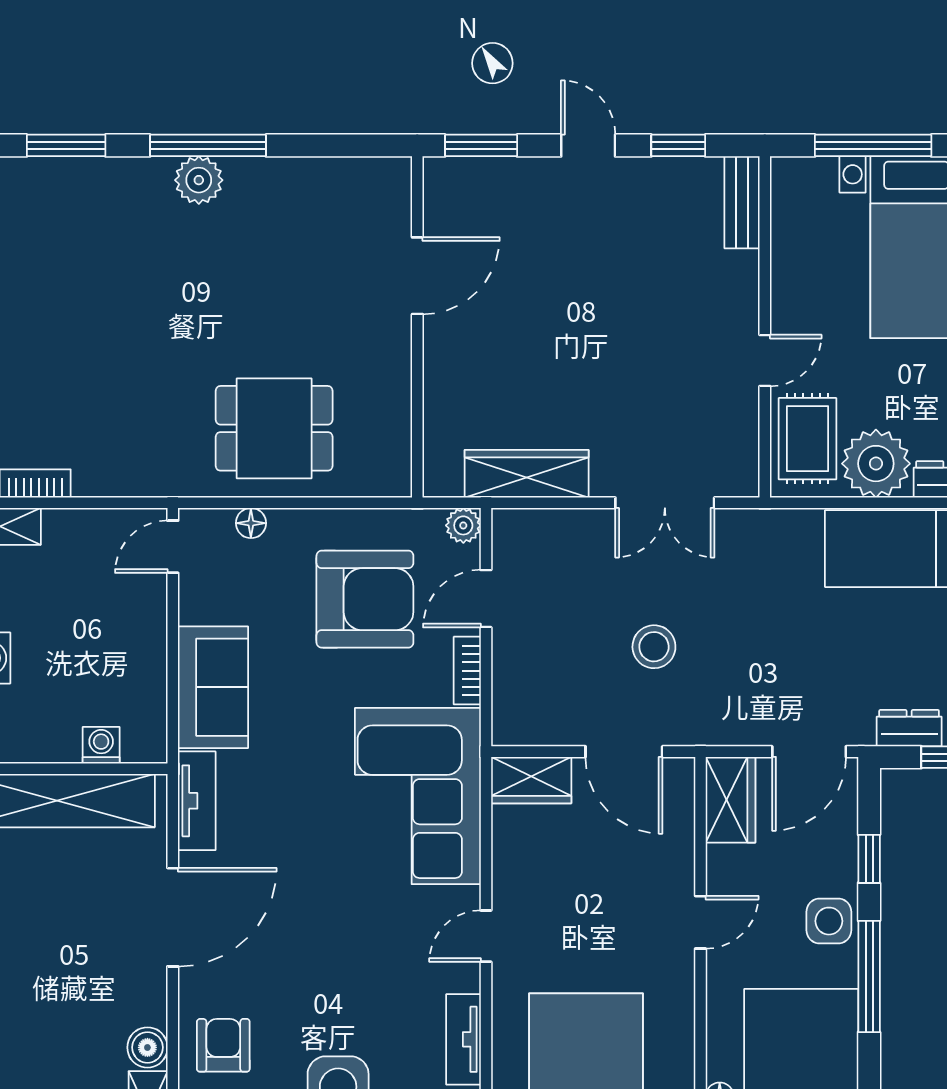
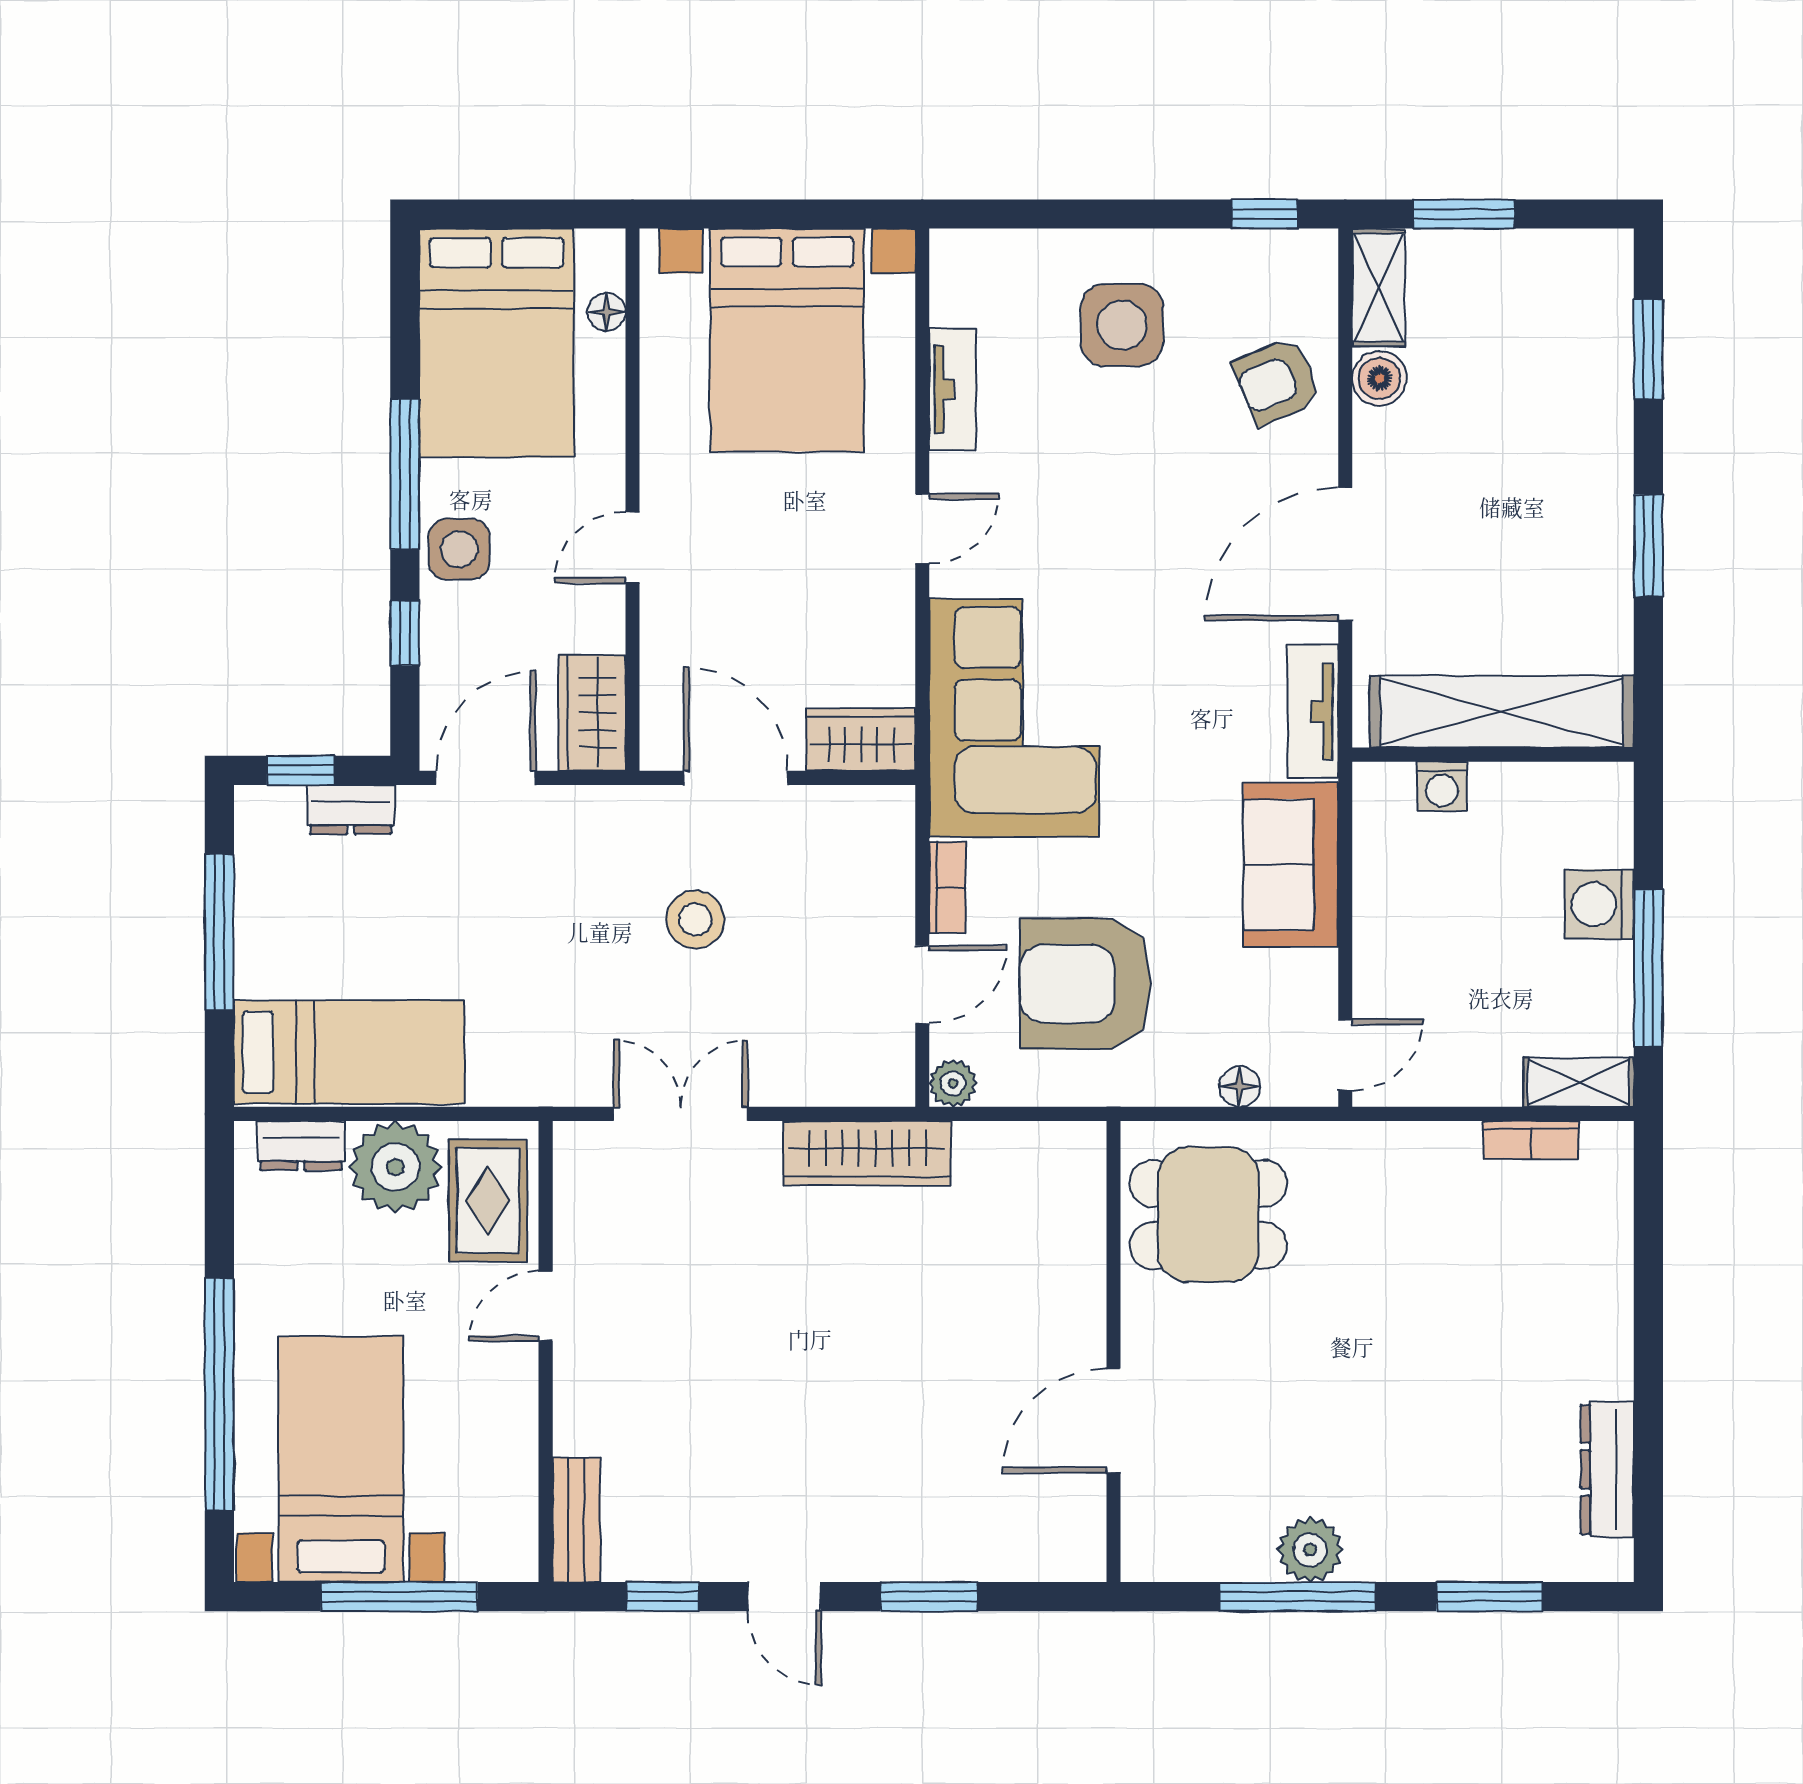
door: (417, 276) -> (1113, 1421), moved
wall: (417, 327) -> (1113, 1352), moved
armchair: (223, 1045) -> (1277, 381), turned 67

